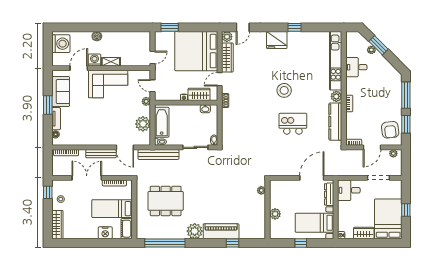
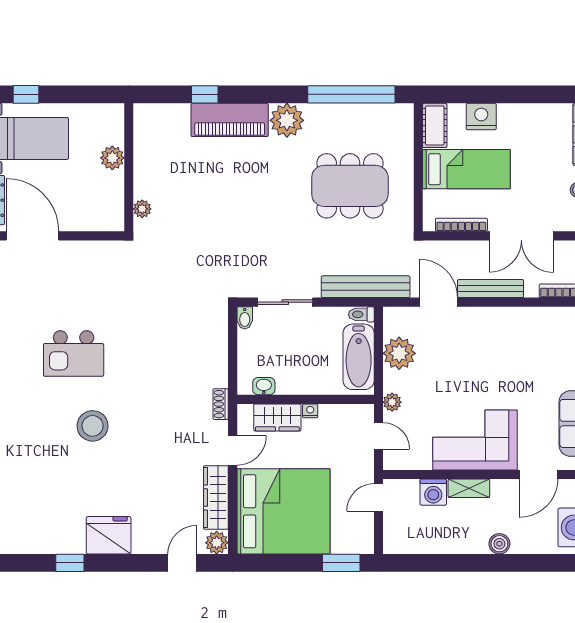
washing machine: (95, 60) -> (433, 492), moved
door: (312, 178) -> (33, 236), swing flipped
window: (301, 243) -> (26, 94), moved

